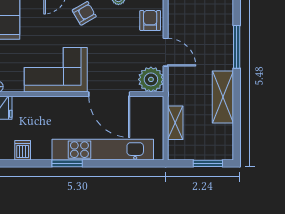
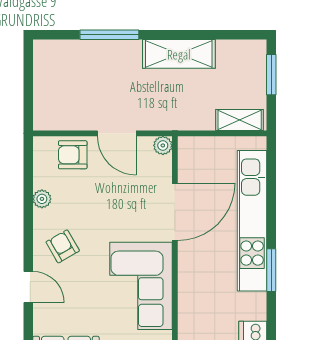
door: (166, 52) -> (117, 133), swing flipped
plant: (151, 79) -> (163, 145), width x0.53, depth x0.53
shelving: (175, 123) -> (240, 120), moved

